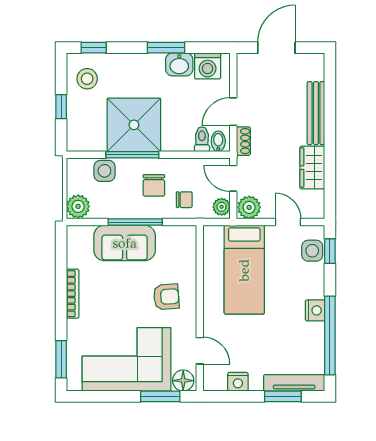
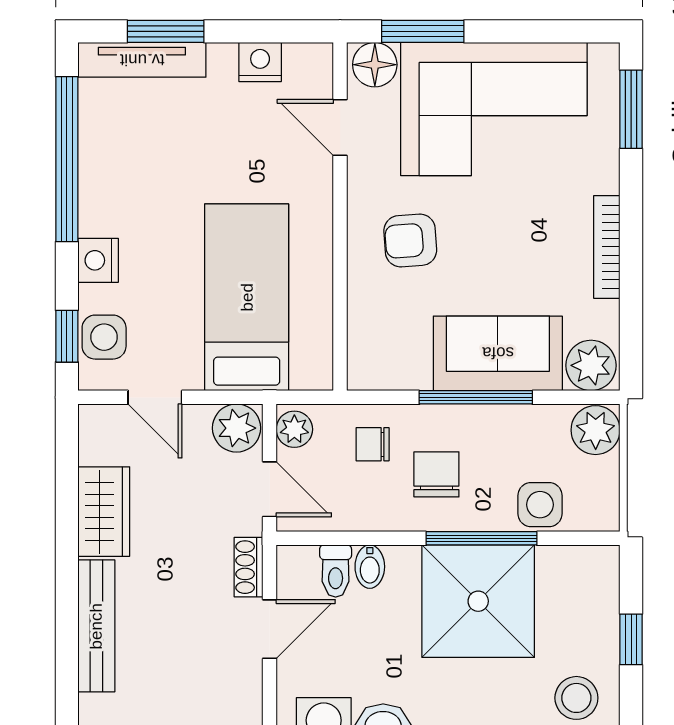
bidet: (218, 141) -> (370, 567), moved
plant: (80, 237) -> (591, 365), added
nightstand: (315, 310) -> (98, 260), moved

